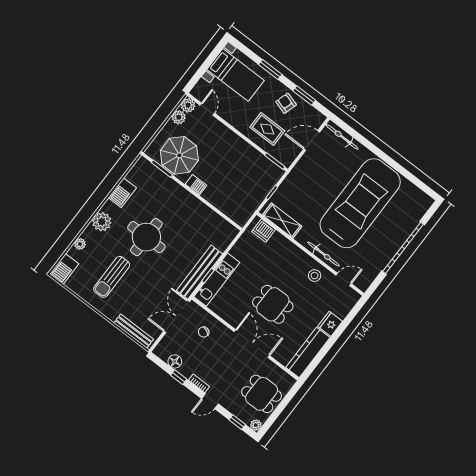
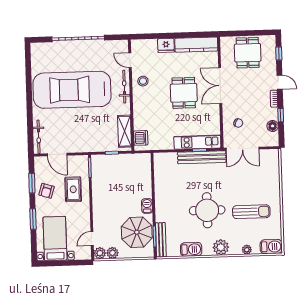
bench: (134, 331) -> (161, 240), moved
plant: (256, 425) -> (271, 40), removed

